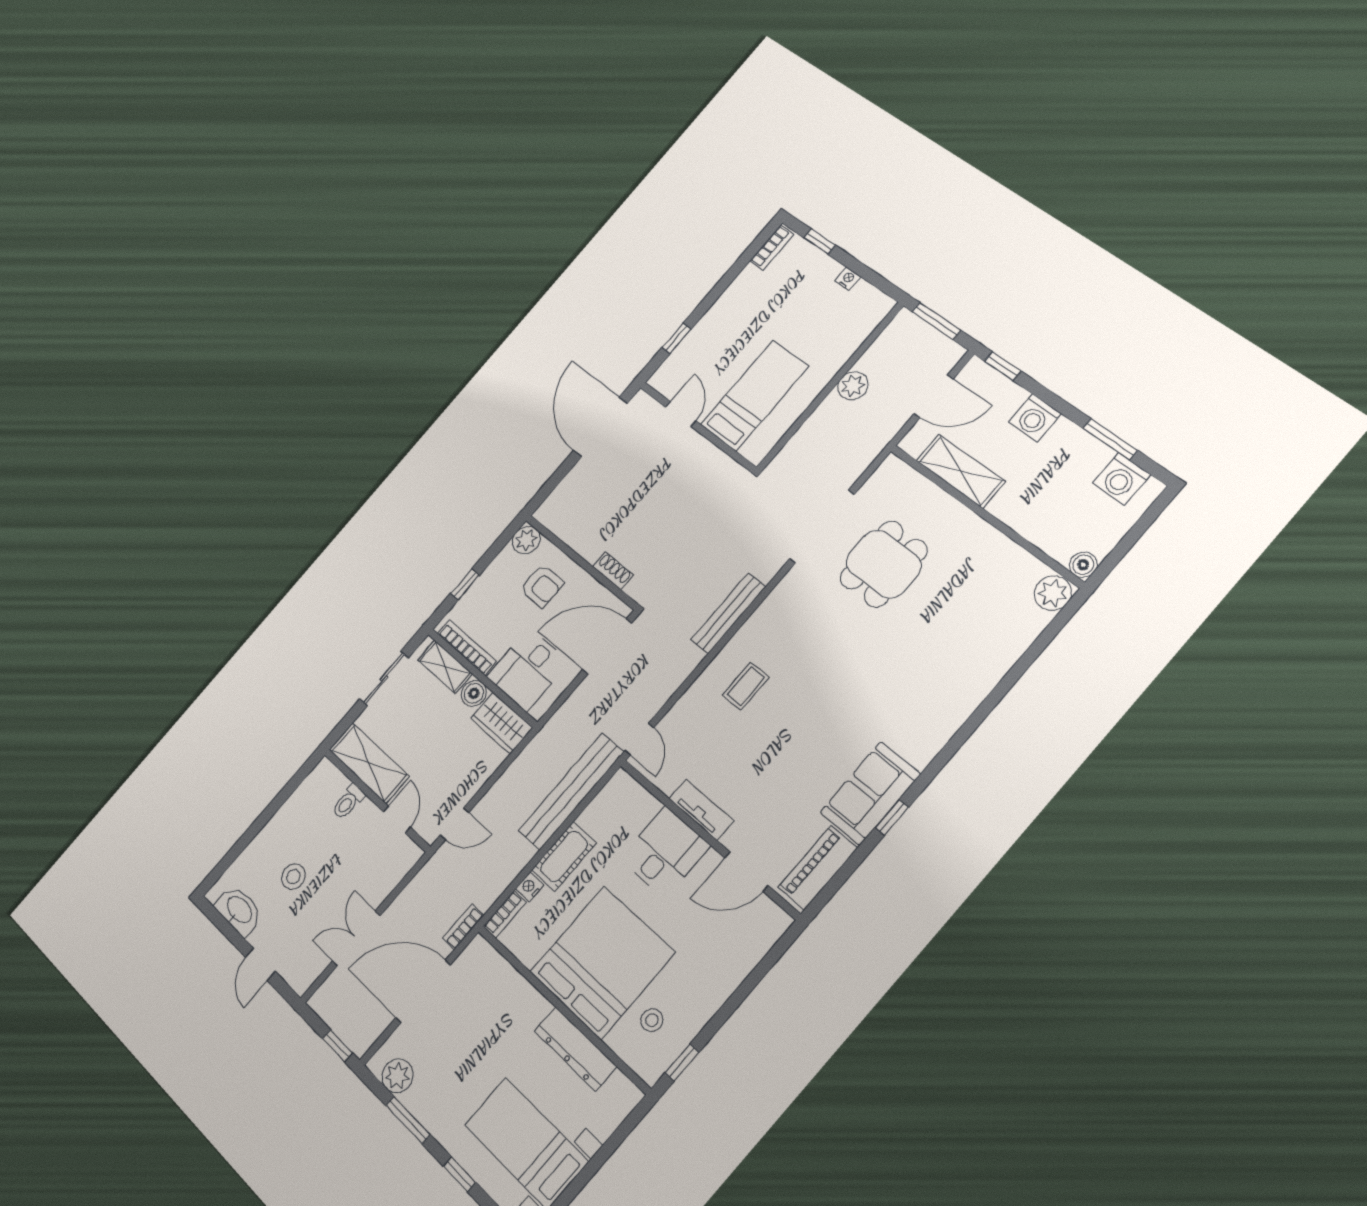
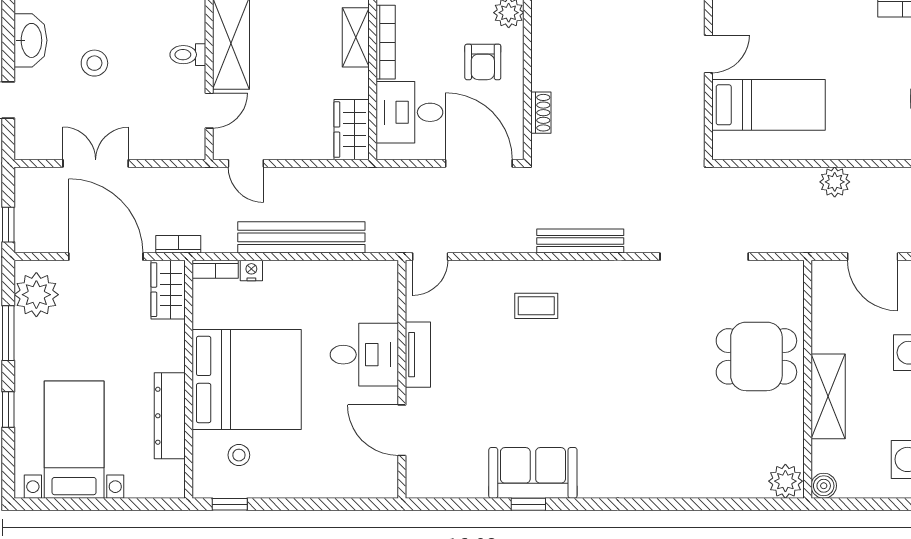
shelving: (961, 471) -> (828, 396), moved
dining table: (884, 564) -> (756, 356), moved
boiler: (474, 693) -> (355, 83), removed
bench: (571, 791) -> (301, 237), moved
cot: (564, 856) -> (296, 277), removed
piano: (818, 868) -> (448, 481), removed
wardrobe: (487, 964) -> (168, 290), added
plant: (397, 1076) -> (36, 295), width x1.36, depth x1.36

